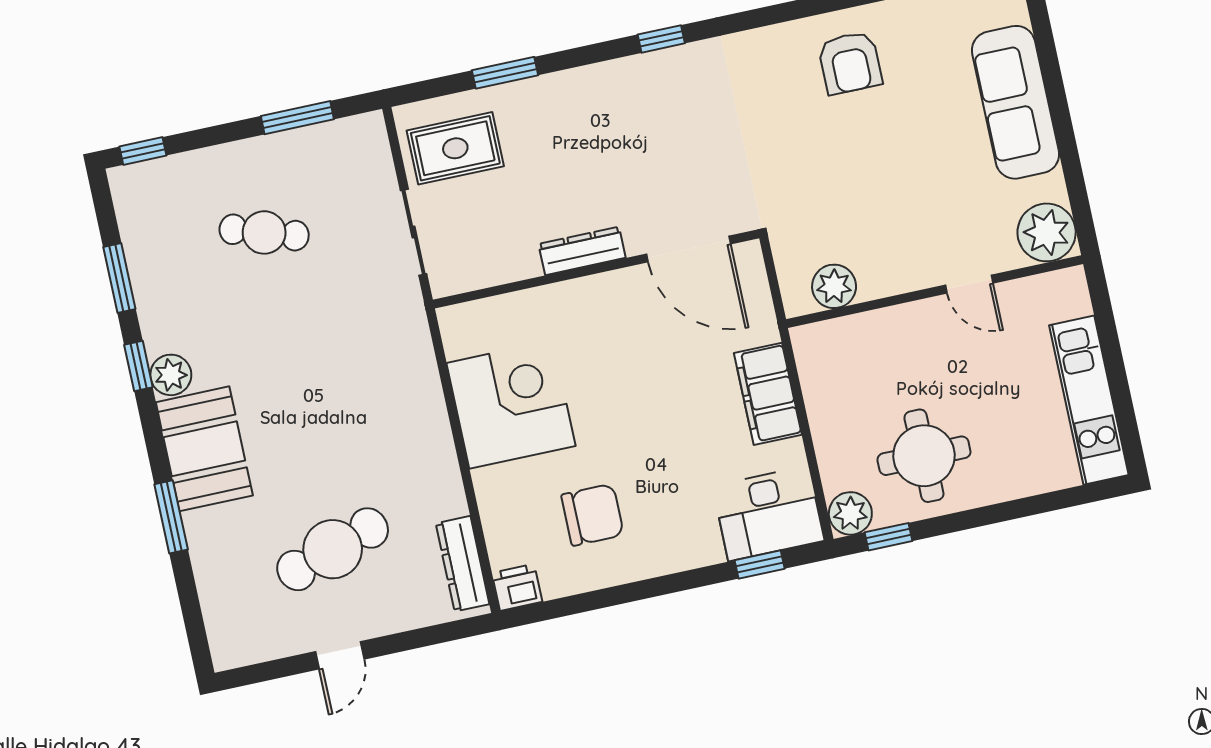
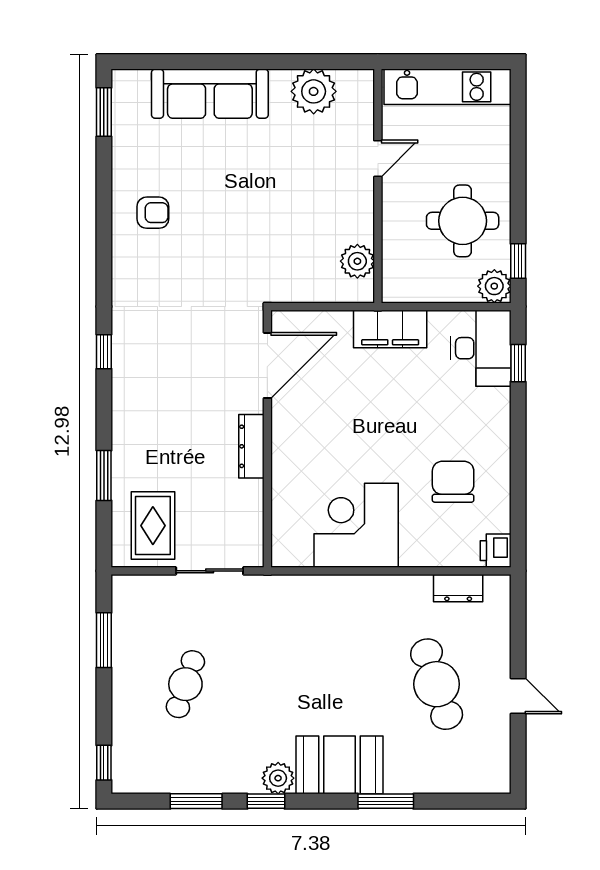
armchair: (850, 63) -> (153, 213), width x0.72, depth x0.72
door: (969, 284) -> (378, 159), moved
plant: (834, 286) -> (357, 261), moved
wall: (935, 292) -> (378, 186), moved
dresser: (463, 564) -> (458, 588), width x0.70

